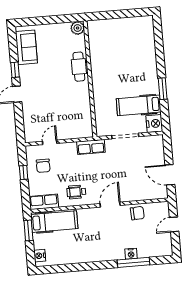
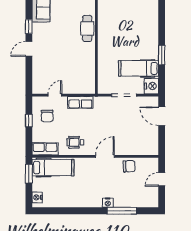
row of seats: (91, 147) -> (80, 102), moved
door: (170, 175) -> (162, 116), moved
nightstand: (131, 254) -> (108, 203), moved

